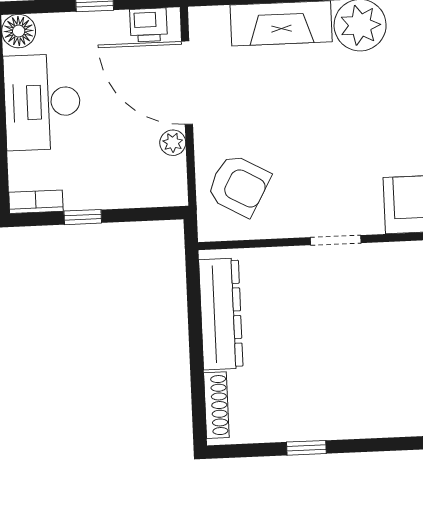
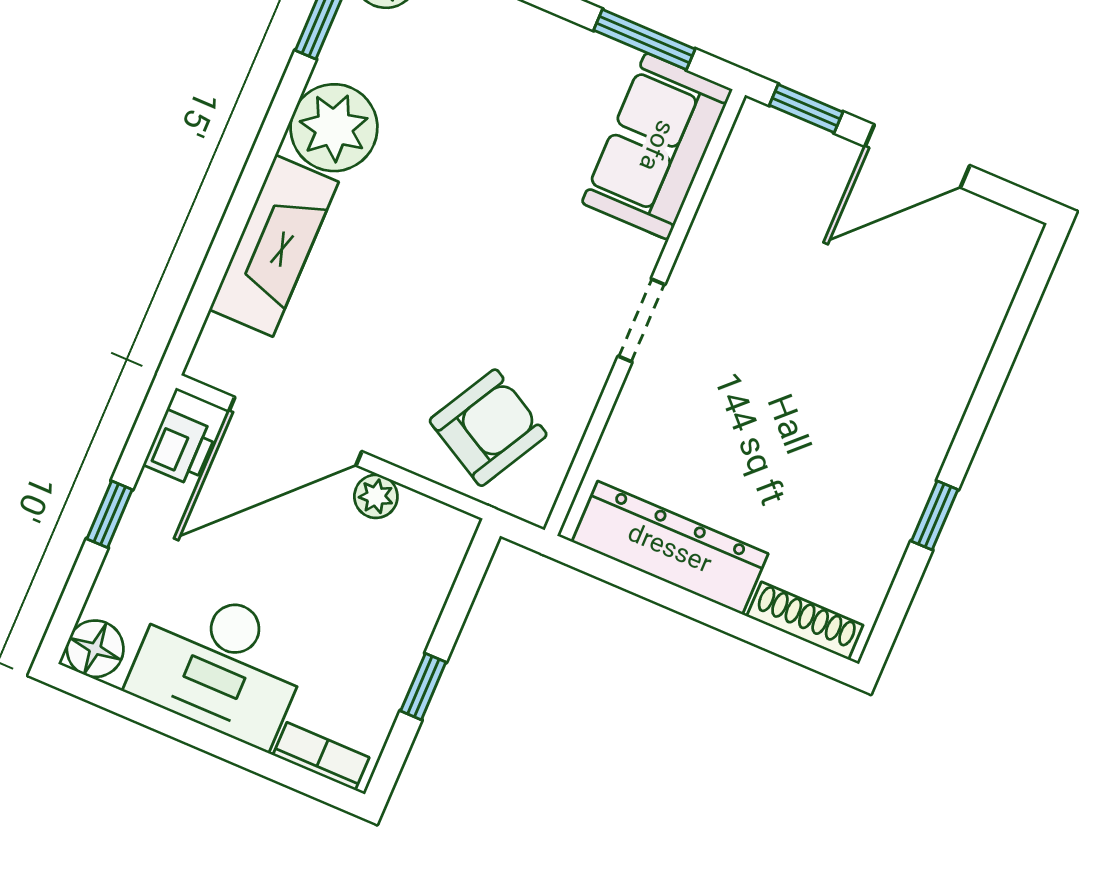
bookcase: (36, 202) -> (321, 756), moved, turned 90

